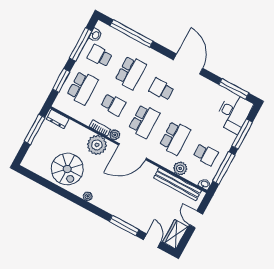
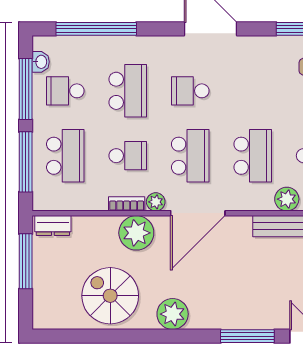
window: (61, 80) -> (26, 162), width x1.44
spiral stairs: (67, 169) -> (110, 296), turned 180
plant: (88, 196) -> (173, 314), width x1.88, depth x1.88

